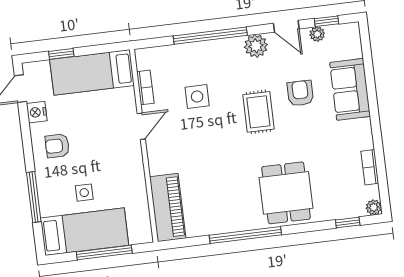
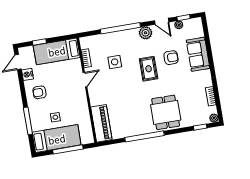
armchair: (300, 93) -> (171, 58), turned 90

